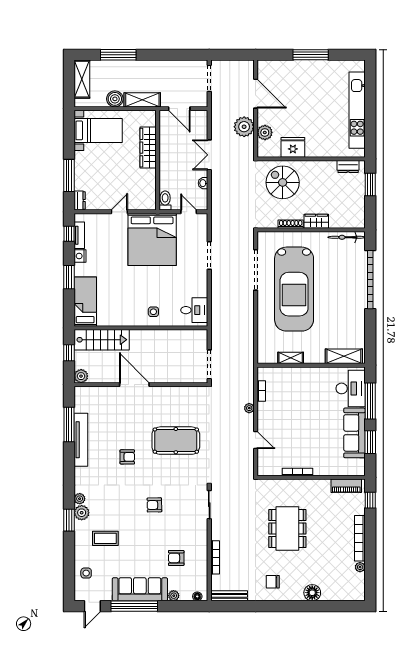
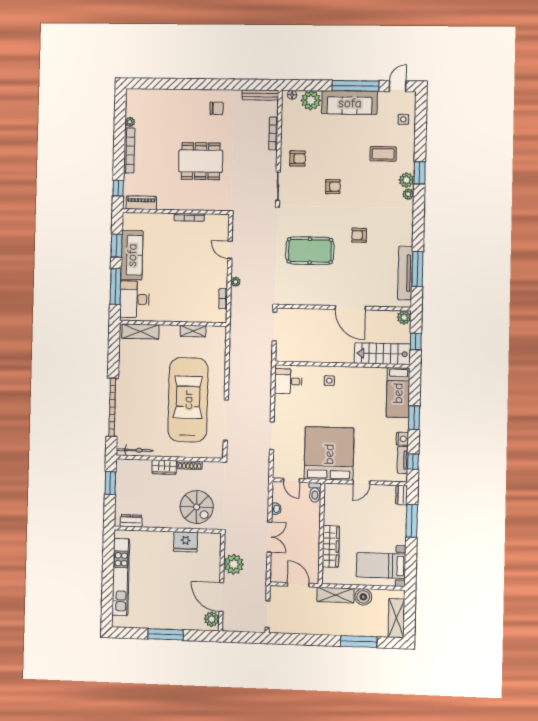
plant: (265, 132) -> (212, 619), moved
window: (370, 185) -> (110, 483), moved
tv unit: (81, 440) -> (405, 273), moved
dining table: (287, 529) -> (201, 161), turned 90
armchair: (176, 558) -> (297, 159), moved
floor lamp: (312, 593) -> (178, 97), removed
plant: (174, 596) -> (311, 100), width x1.88, depth x1.88

